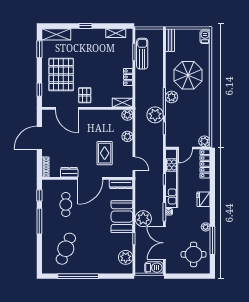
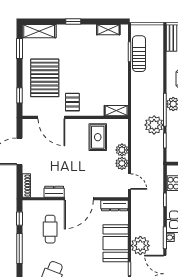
locker: (128, 77) -> (123, 81), removed
plant: (127, 115) -> (122, 163), moved
rug: (105, 153) -> (98, 137), moved

